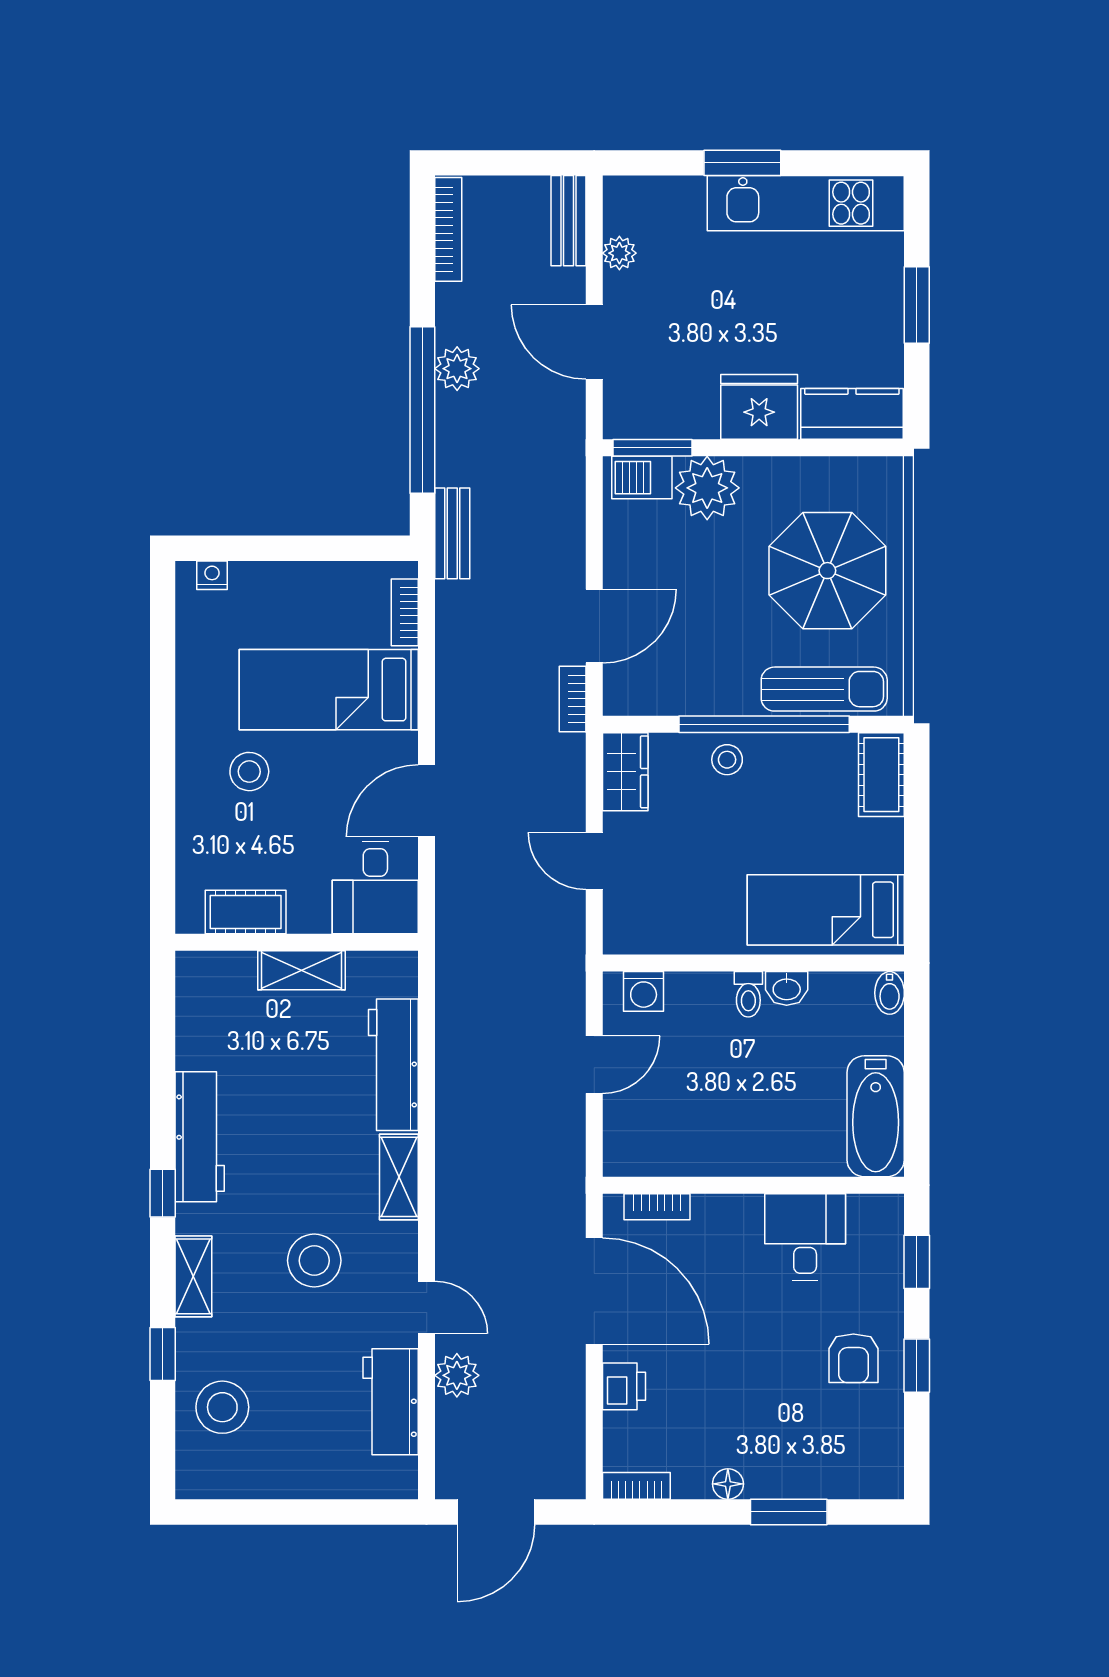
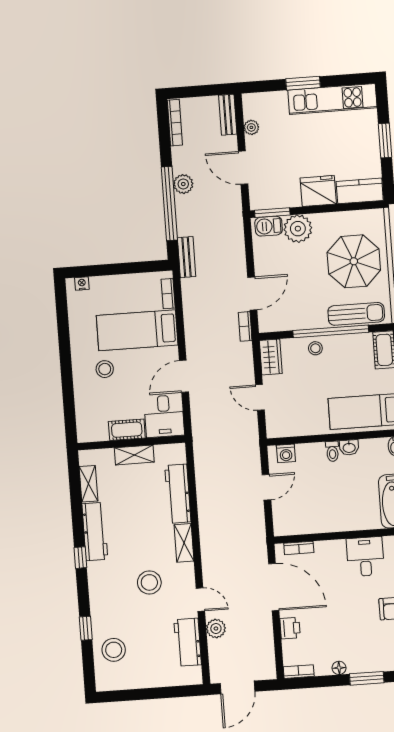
cot: (246, 912) -> (127, 430), moved
shelving: (193, 1276) -> (89, 484), moved

